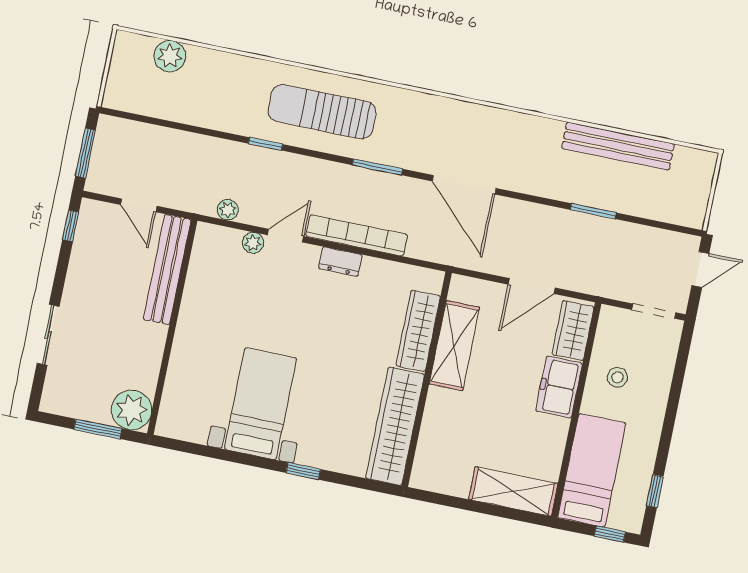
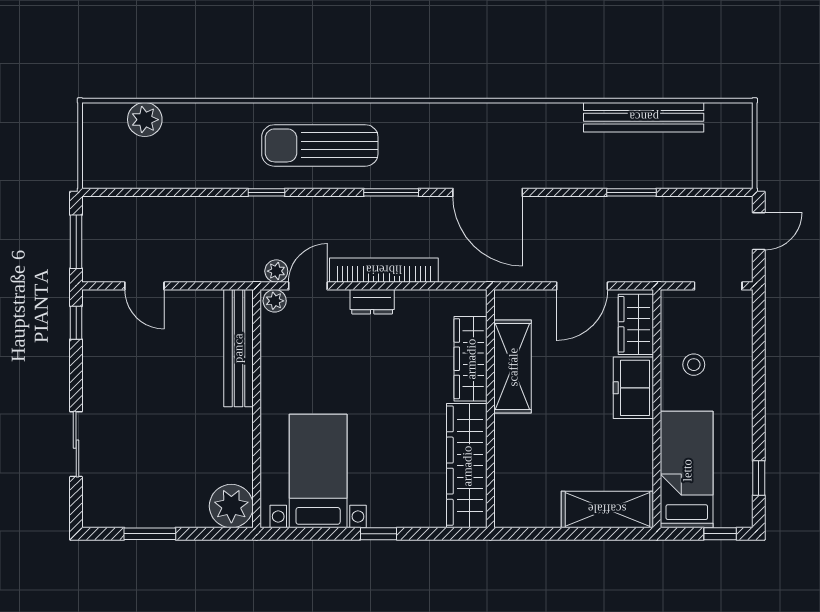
plant: (228, 210) -> (276, 271), moved
bench: (167, 270) -> (238, 348), moved
wall: (172, 327) -> (257, 409), moved
plant: (132, 410) -> (231, 506), moved

